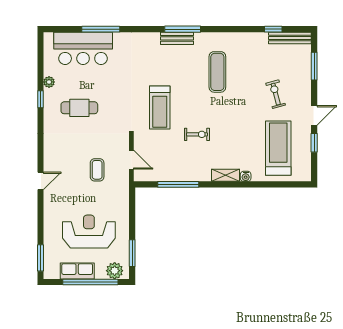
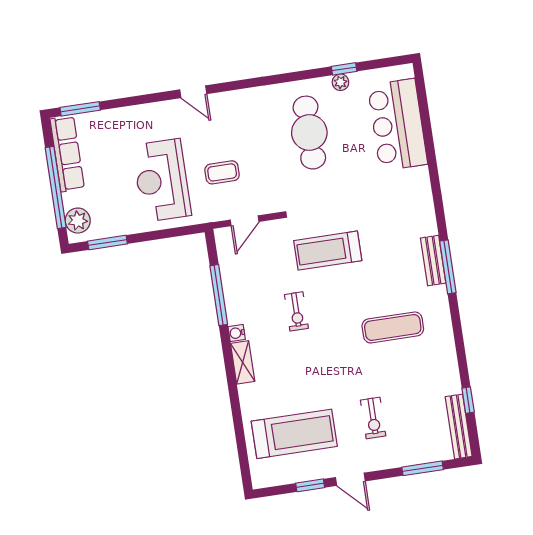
window: (101, 29) -> (430, 147), removed
exercise bike: (276, 94) -> (373, 418), turned 105
window: (41, 99) -> (344, 69), moved
cafe table: (79, 108) -> (309, 133), width x1.37, depth x1.35
water cooler: (246, 176) -> (237, 333), moved
reception desk: (89, 231) -> (162, 180), moved, turned 180
row of seats: (77, 271) -> (67, 154), width x1.48

